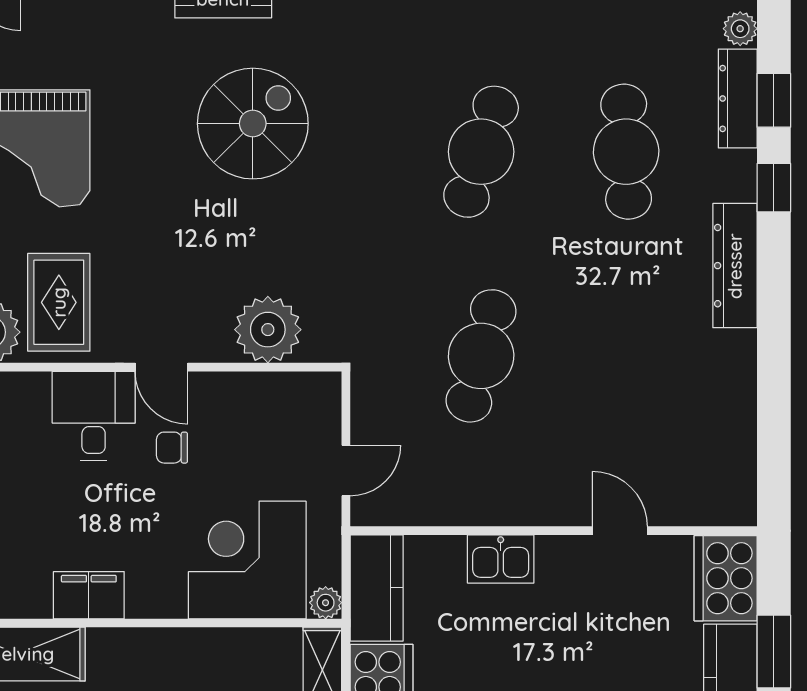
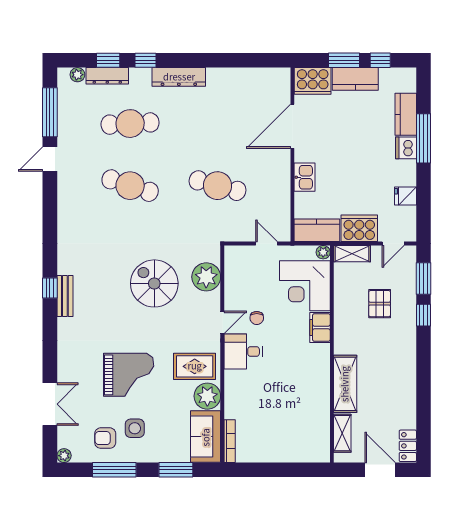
spiral stairs: (253, 124) -> (154, 283), moved
door: (620, 531) -> (292, 126), width x1.88
filing cabinet: (89, 595) -> (320, 327), moved

